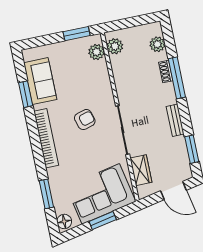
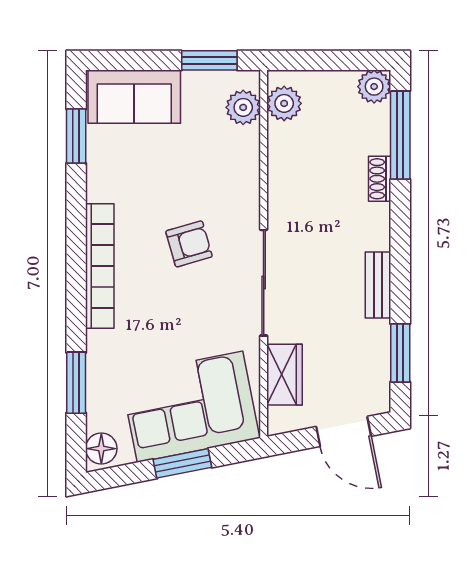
plant: (157, 44) -> (374, 87), moved
window: (177, 78) -> (400, 135), moved
sofa: (40, 81) -> (134, 97), moved, turned 90
window: (26, 94) -> (76, 136), moved

